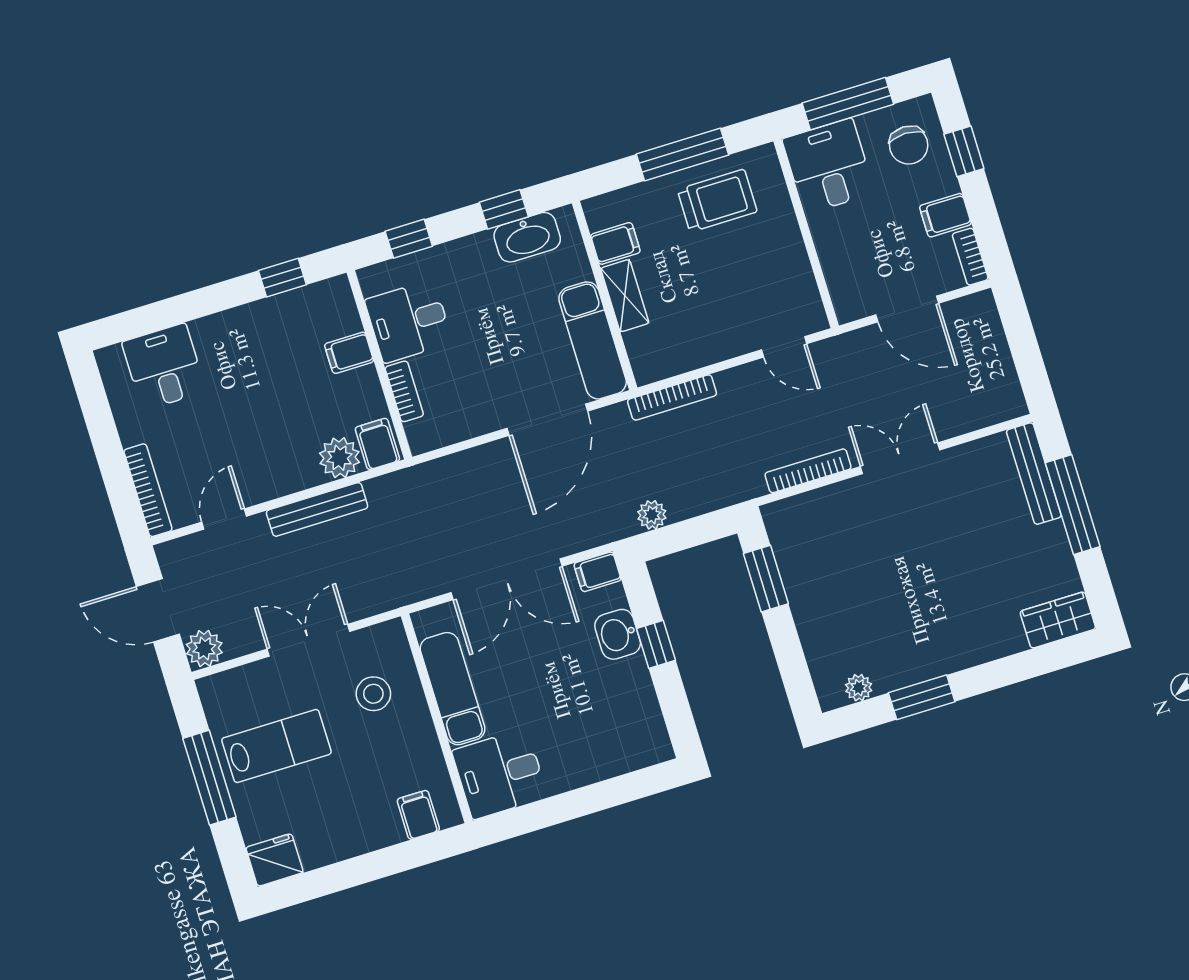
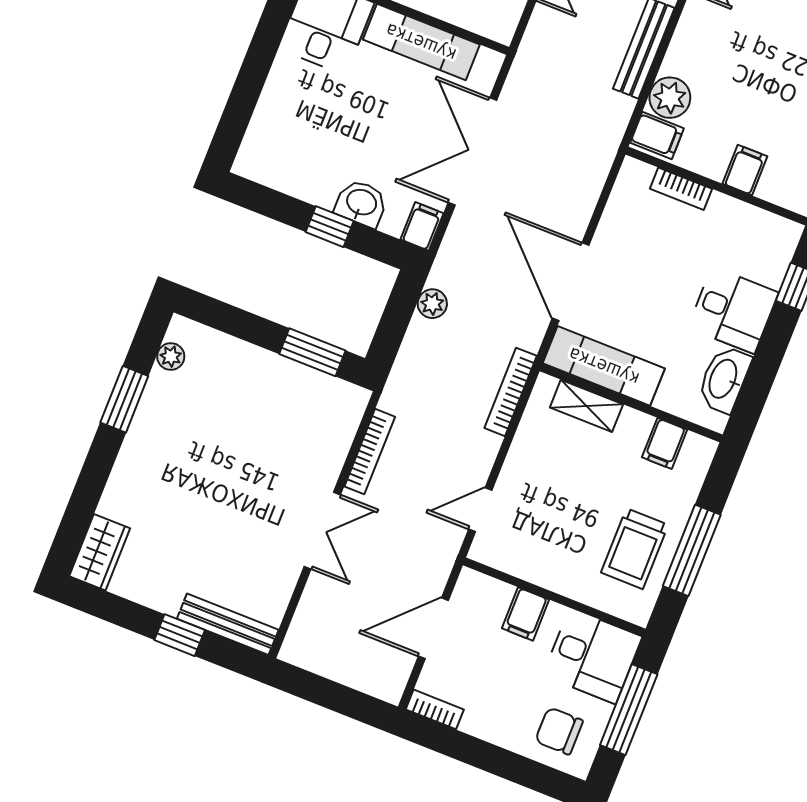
window: (964, 151) -> (520, 770), removed
window: (504, 209) -> (760, 378), removed
filing cabinet: (945, 215) -> (525, 614), moved, turned 180
shelving: (625, 296) -> (586, 406), moved
desk: (409, 321) -> (733, 310), moved, turned 90
window: (1073, 505) -> (180, 635), width x0.46

